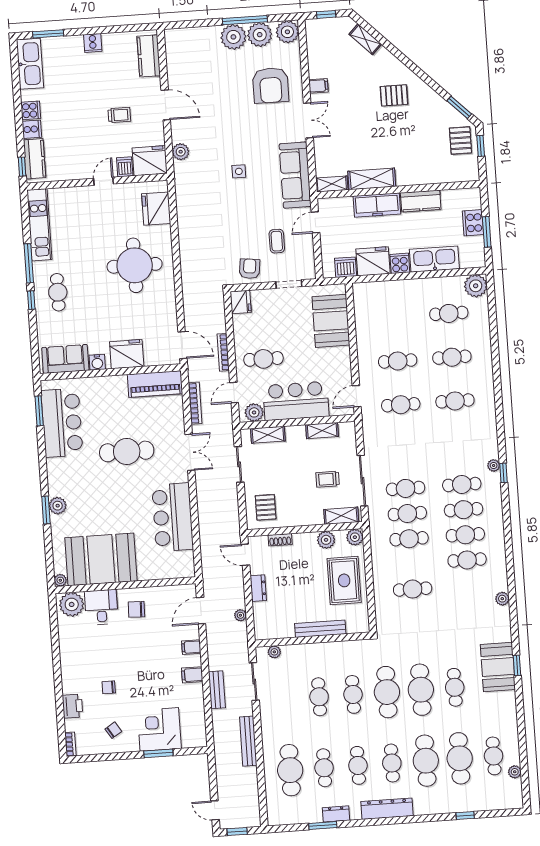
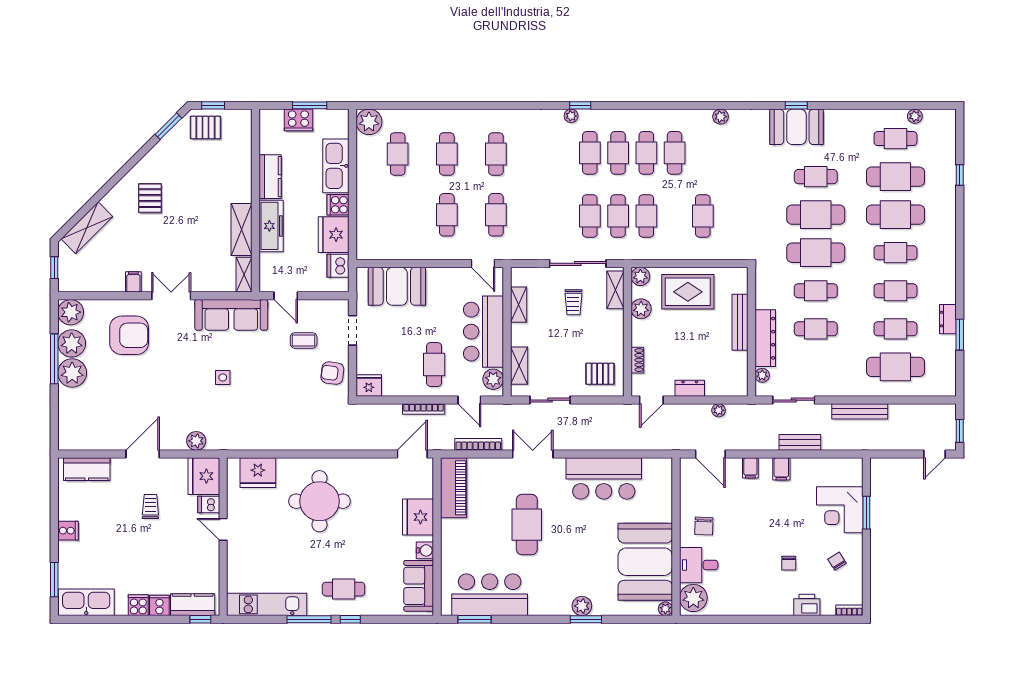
shelving: (365, 39) -> (87, 228), width x1.50, depth x1.33
dresser: (387, 809) -> (765, 338), moved, turned 180

